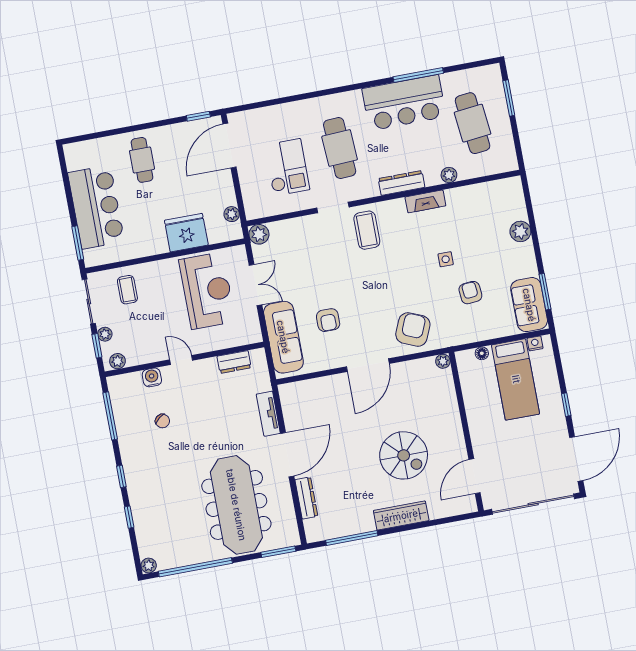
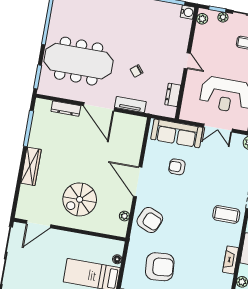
side table: (446, 259) -> (188, 259), removed
armchair: (470, 293) -> (160, 267), width x1.88, depth x1.88
door: (181, 360) -> (187, 61), hinge flipped
plant: (443, 361) -> (124, 216), moved
water cooler: (152, 377) -> (187, 12), moved
chair: (162, 421) -> (137, 71), moved
spiral stairs: (404, 455) -> (80, 199), moved
door: (475, 476) -> (39, 224), swing flipped

